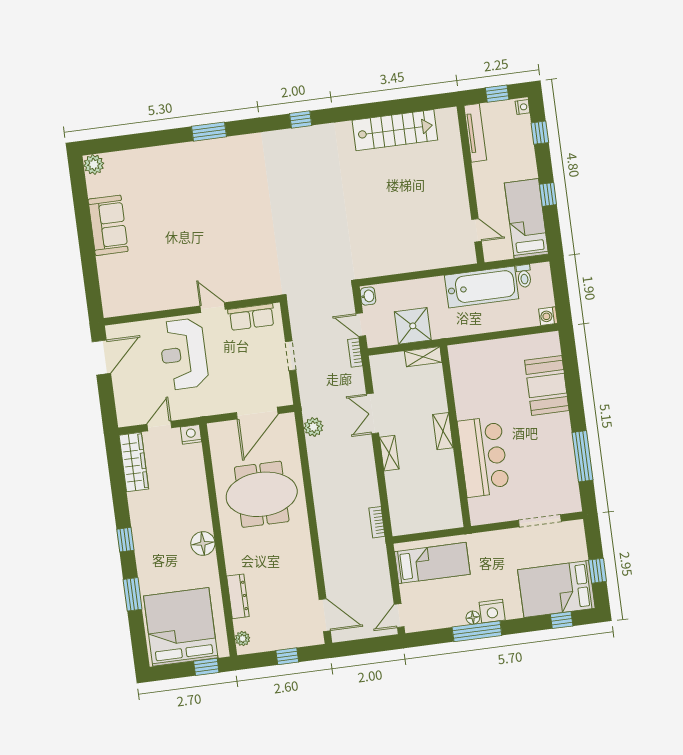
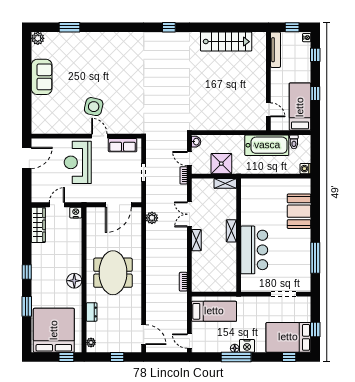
window: (209, 132) -> (70, 27), moved
side table: (197, 262) -> (94, 107), added
meeting table: (262, 494) -> (113, 273), moved, turned 90
dresser: (238, 596) -> (92, 312), width x0.70
door: (399, 616) -> (189, 341), hinge flipped

